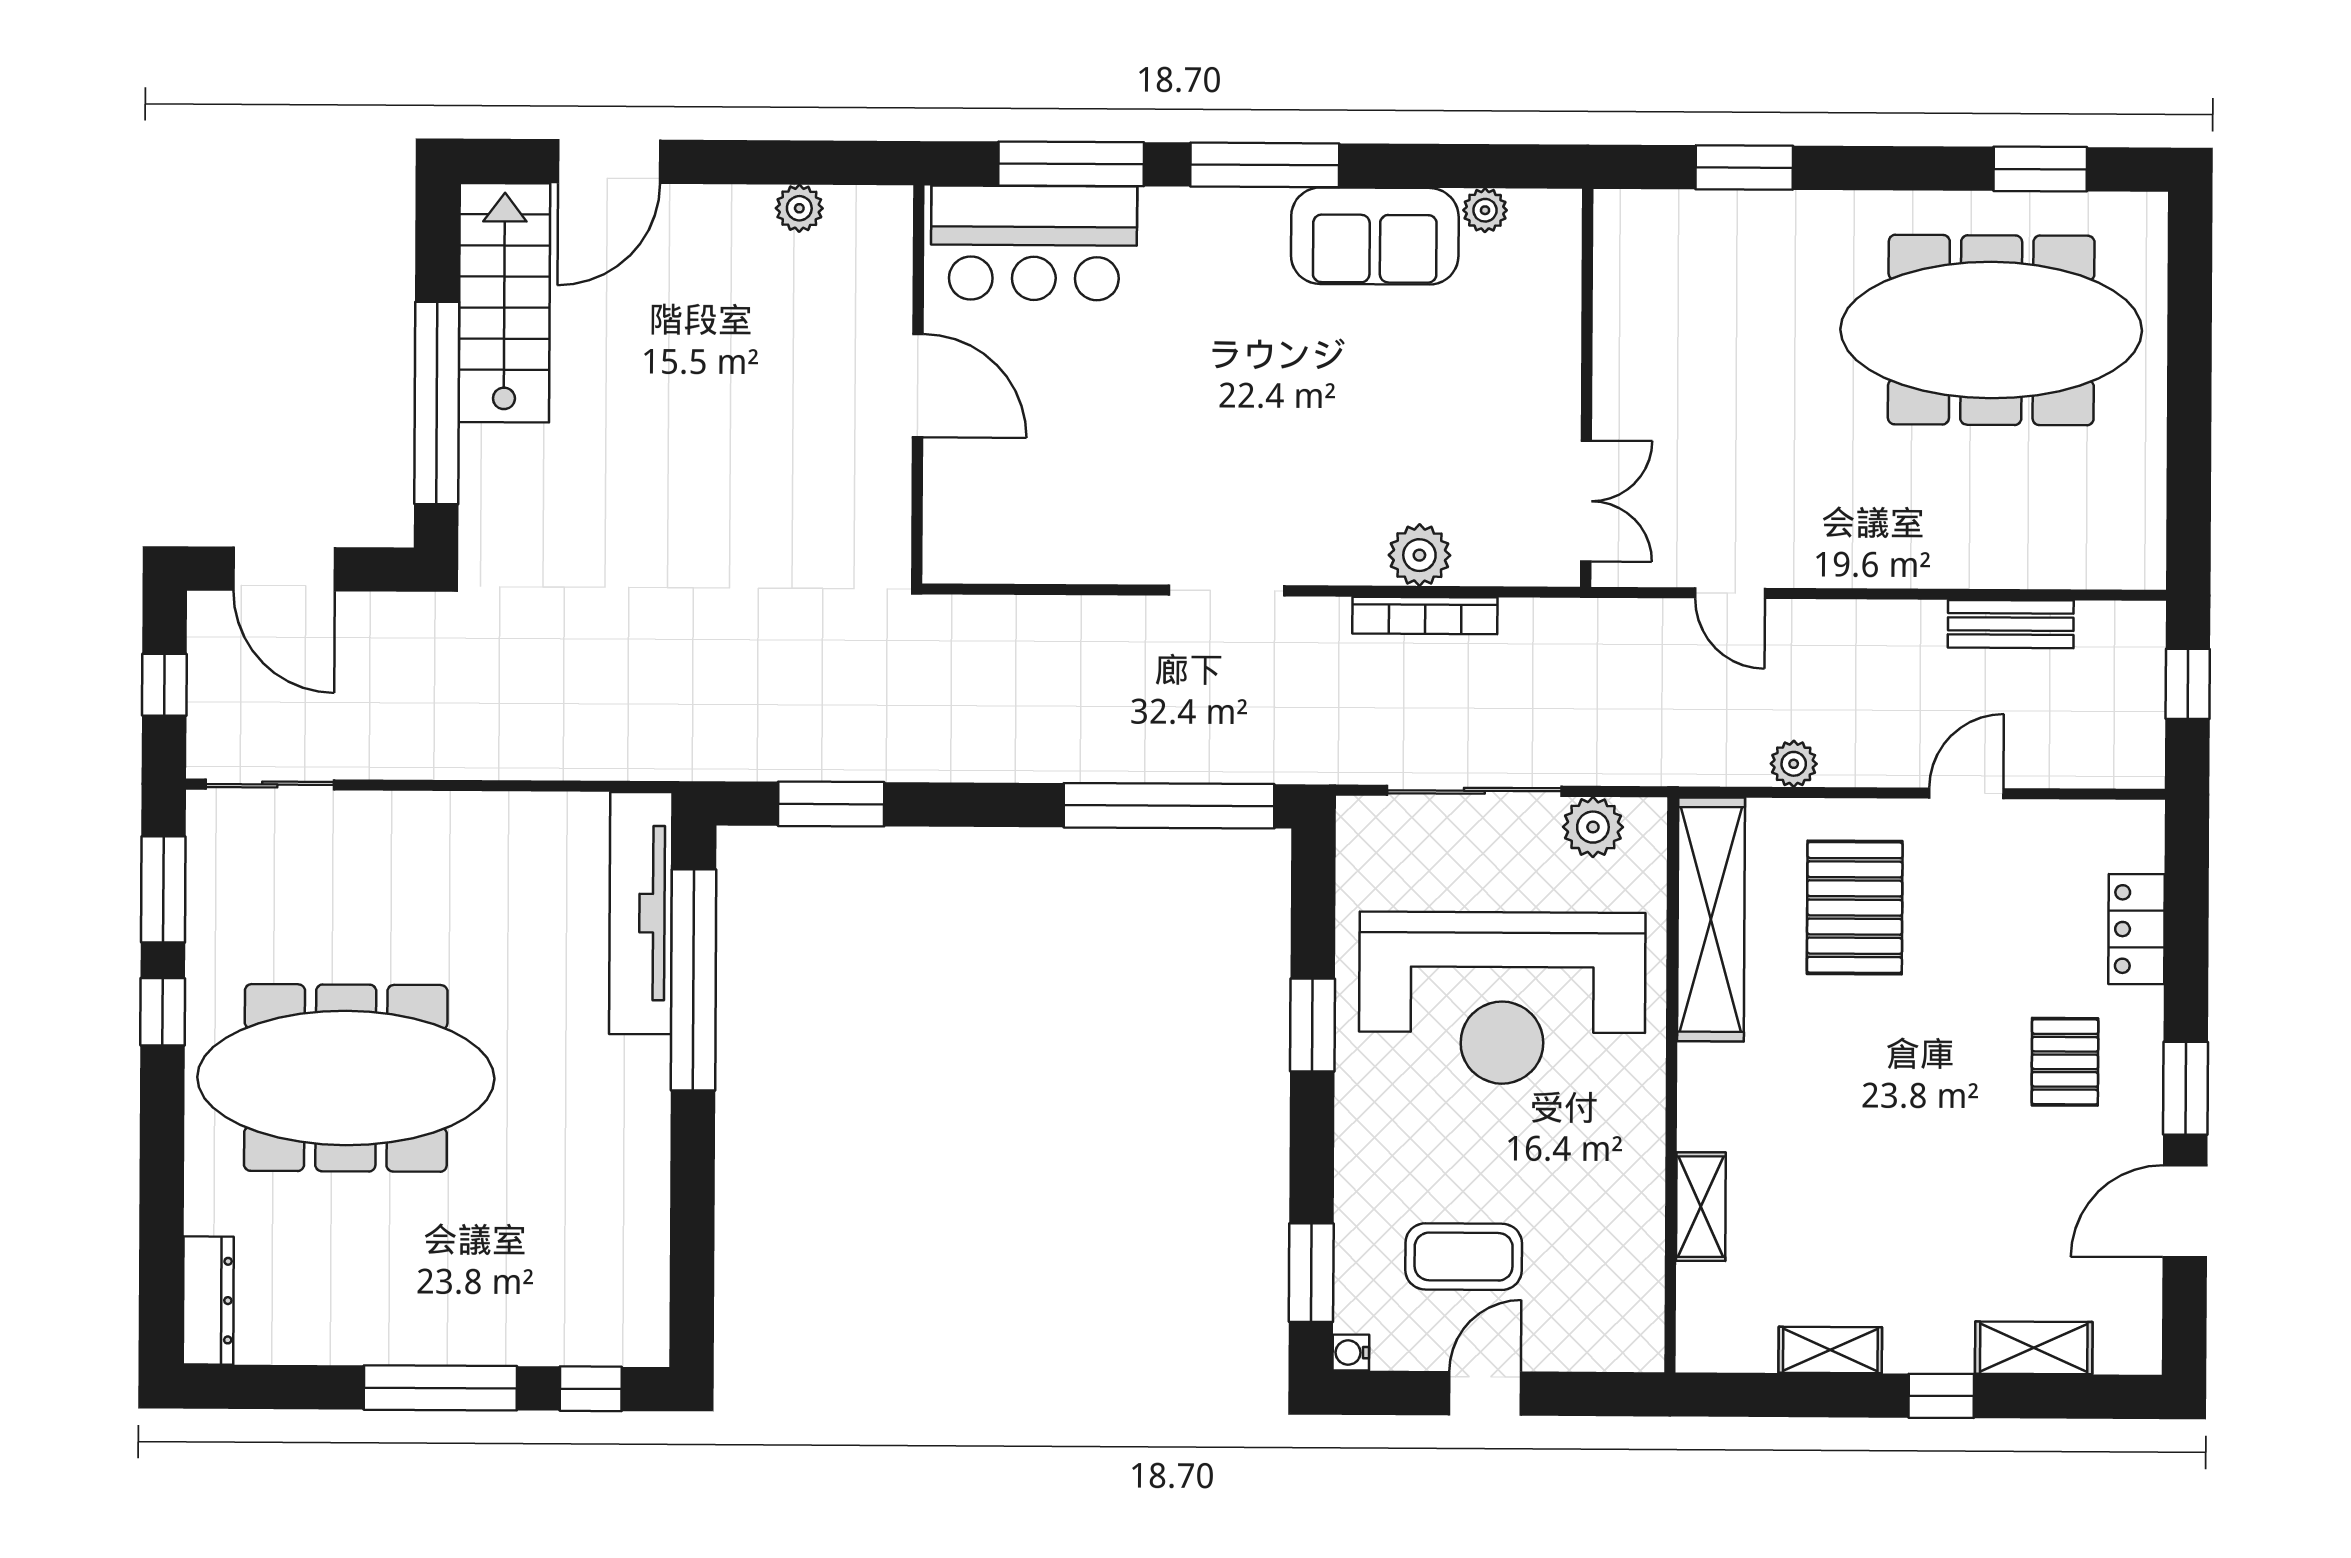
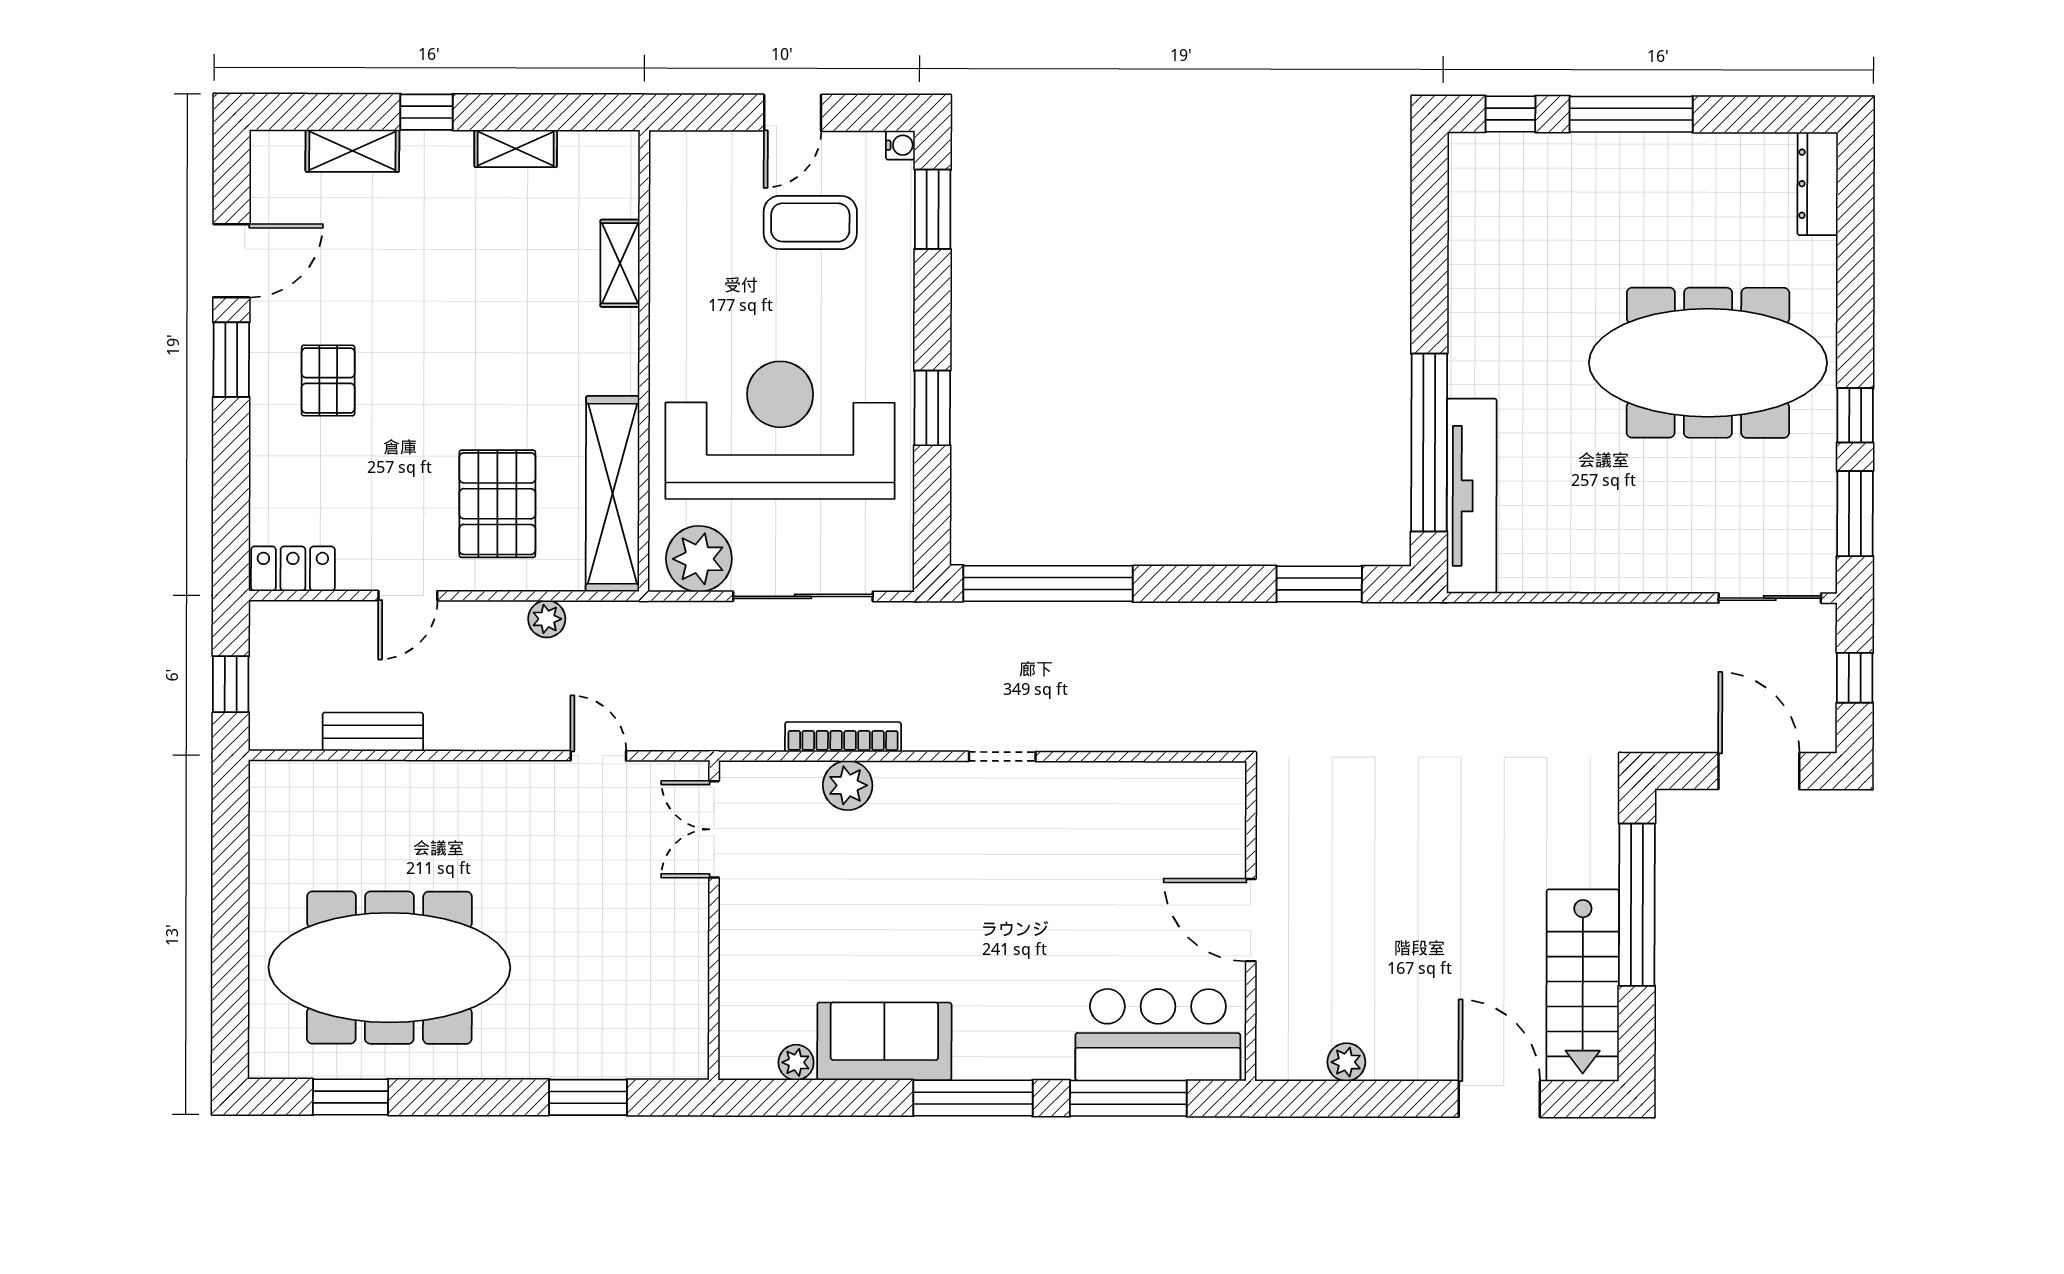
door: (609, 162) -> (1499, 1099), hinge flipped
doorway: (1227, 590) -> (1002, 756), width x0.73
plant: (1593, 827) -> (699, 559), width x1.36, depth x1.36
locker: (2136, 929) -> (293, 569), moved, turned -90

